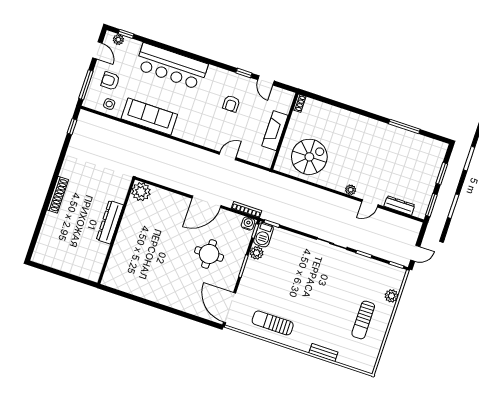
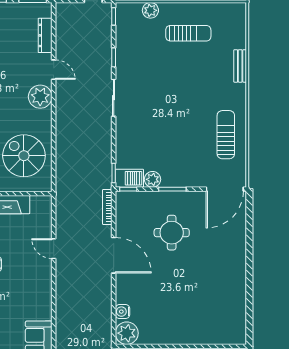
plant: (351, 190) -> (40, 97), width x1.87, depth x1.87
water cooler: (248, 224) -> (122, 312), moved
sun lounger: (273, 323) -> (226, 135), turned 180

